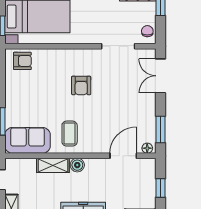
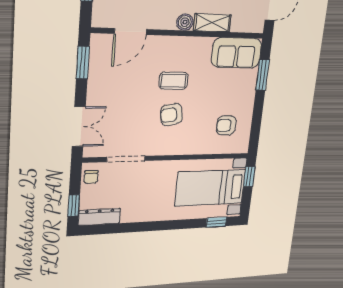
armchair: (22, 61) -> (226, 125), moved
armchair: (81, 85) -> (171, 115), turned -100
coffee table: (70, 134) -> (174, 81), moved, turned 90
floor lamp: (147, 148) -> (101, 40), removed

